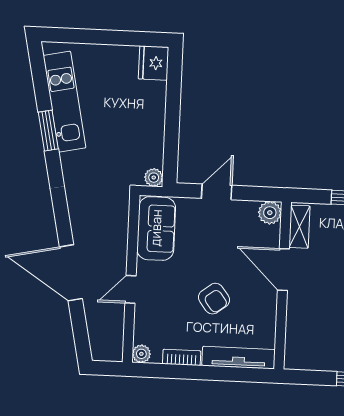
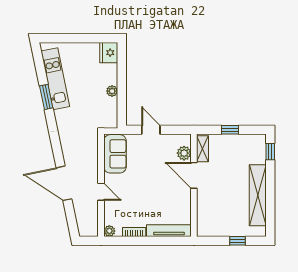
plant: (154, 178) -> (112, 91), moved
door: (217, 192) -> (151, 130), hinge flipped
plant: (270, 213) -> (184, 153), moved
door: (131, 289) -> (101, 192), swing flipped
armchair: (214, 299) -> (152, 195), removed

